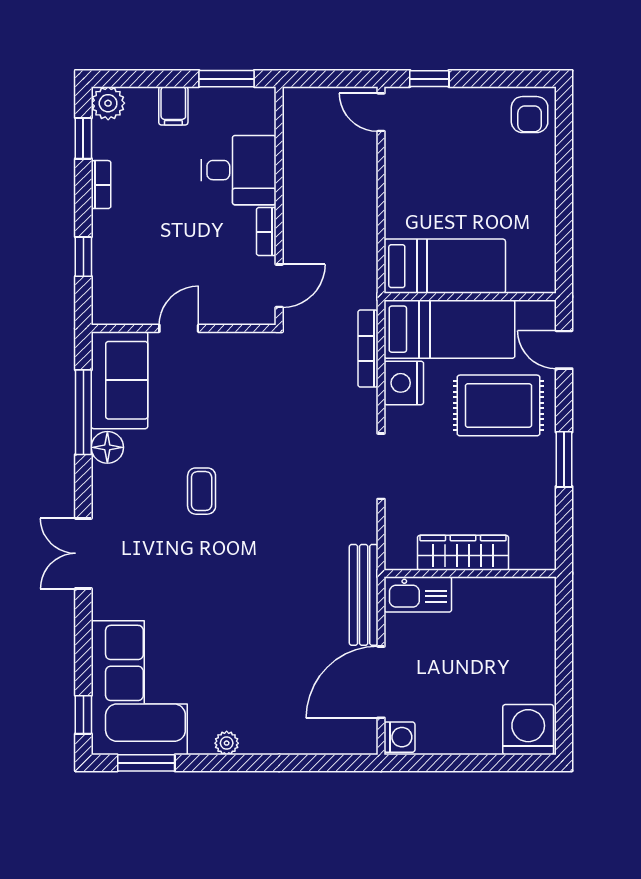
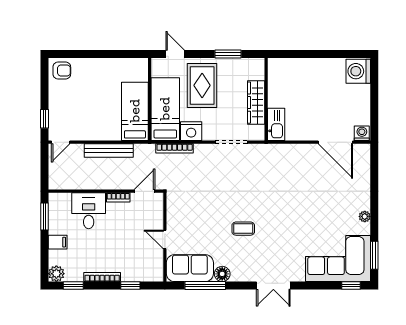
bookcase: (101, 185) -> (102, 277), width x1.56
door: (279, 286) -> (144, 191), hinge flipped
door: (564, 350) -> (175, 54), swing flipped
wardrobe: (463, 553) -> (256, 103), moved
wall: (470, 573) -> (266, 99), moved
kitchen sink: (418, 594) -> (276, 124), moved
bench: (364, 595) -> (109, 150), moved

